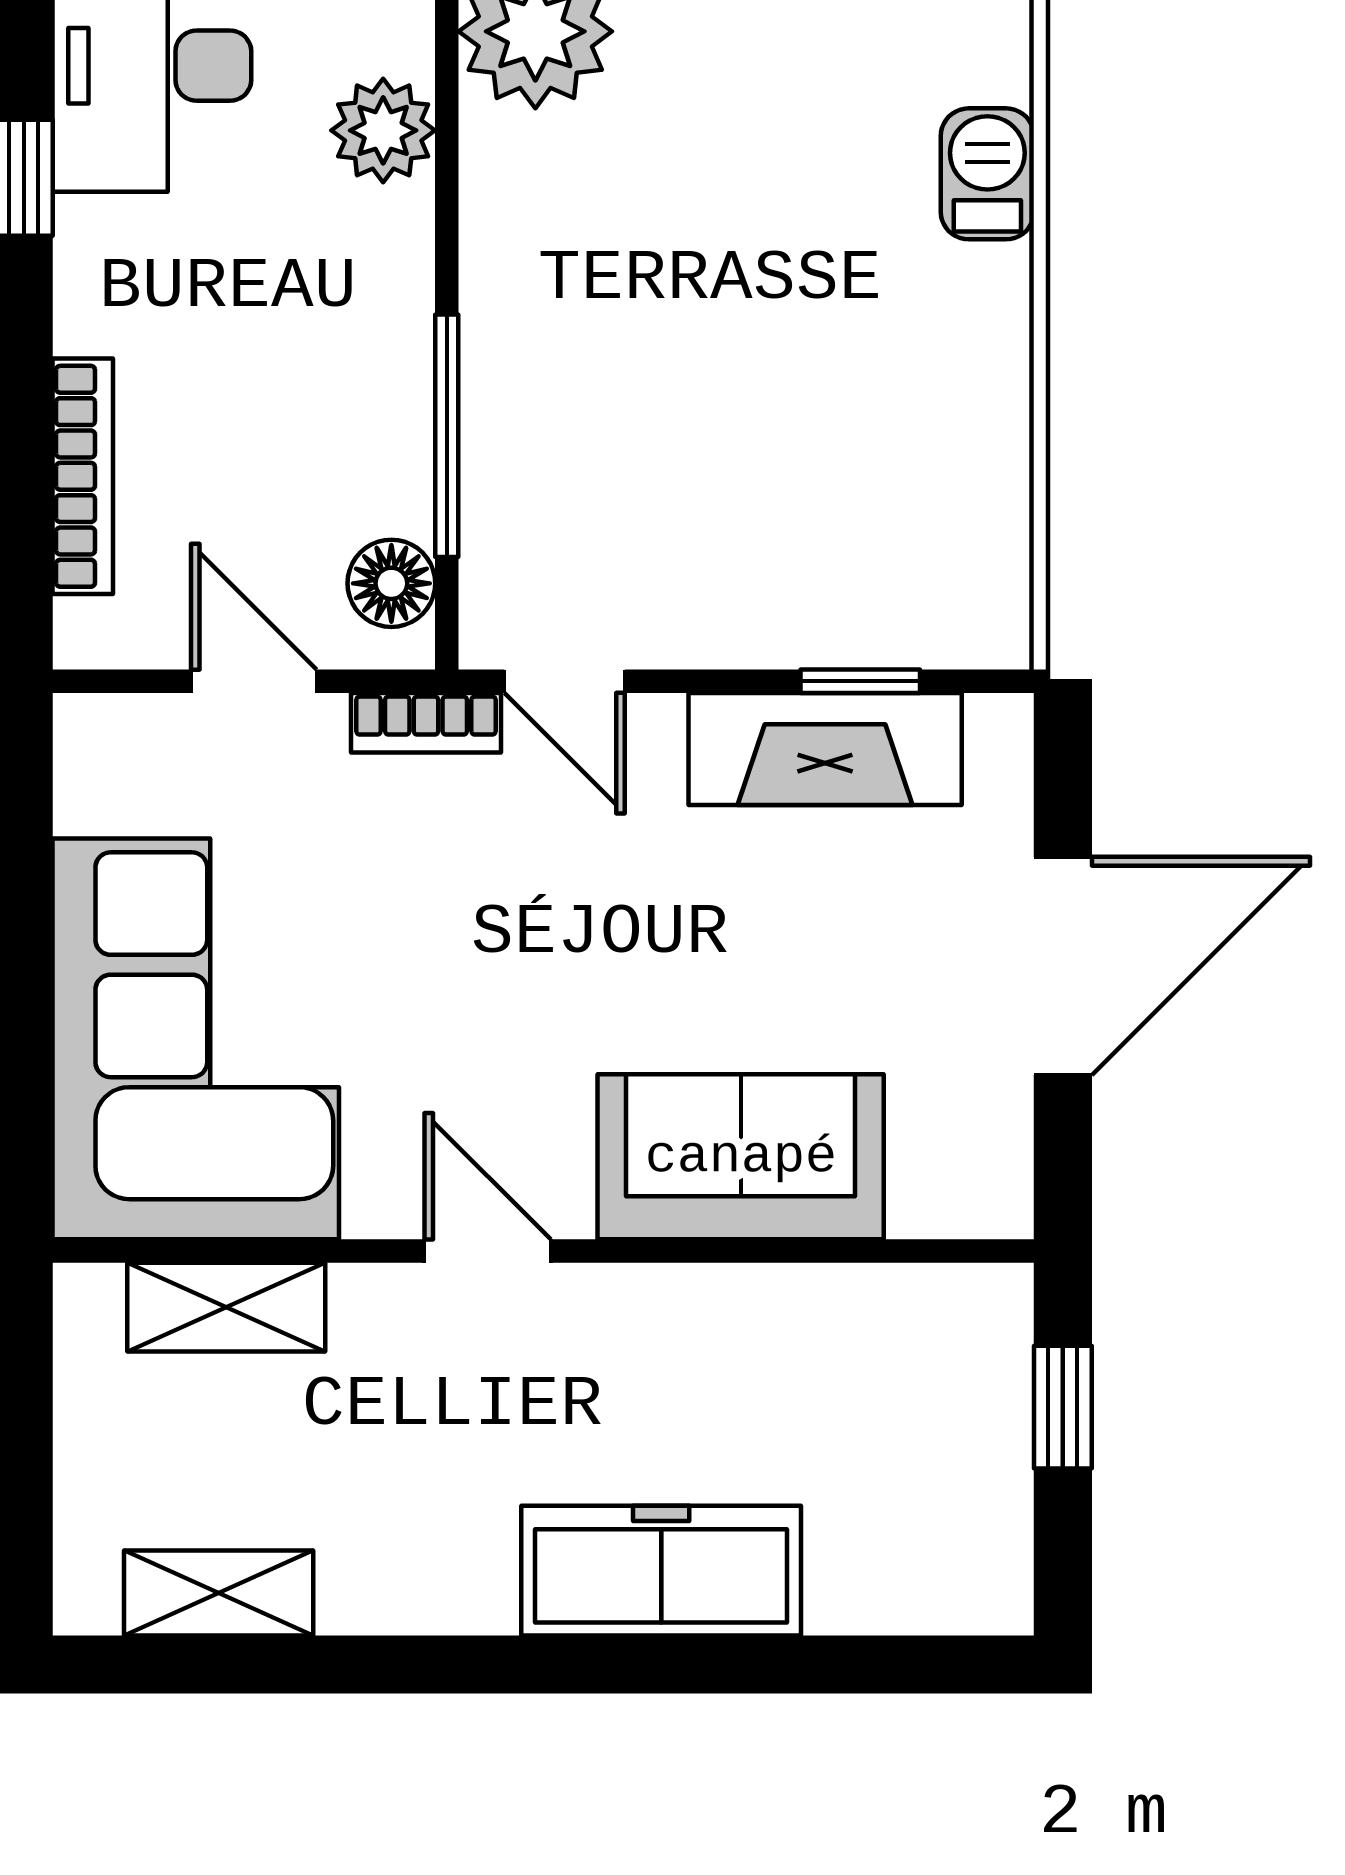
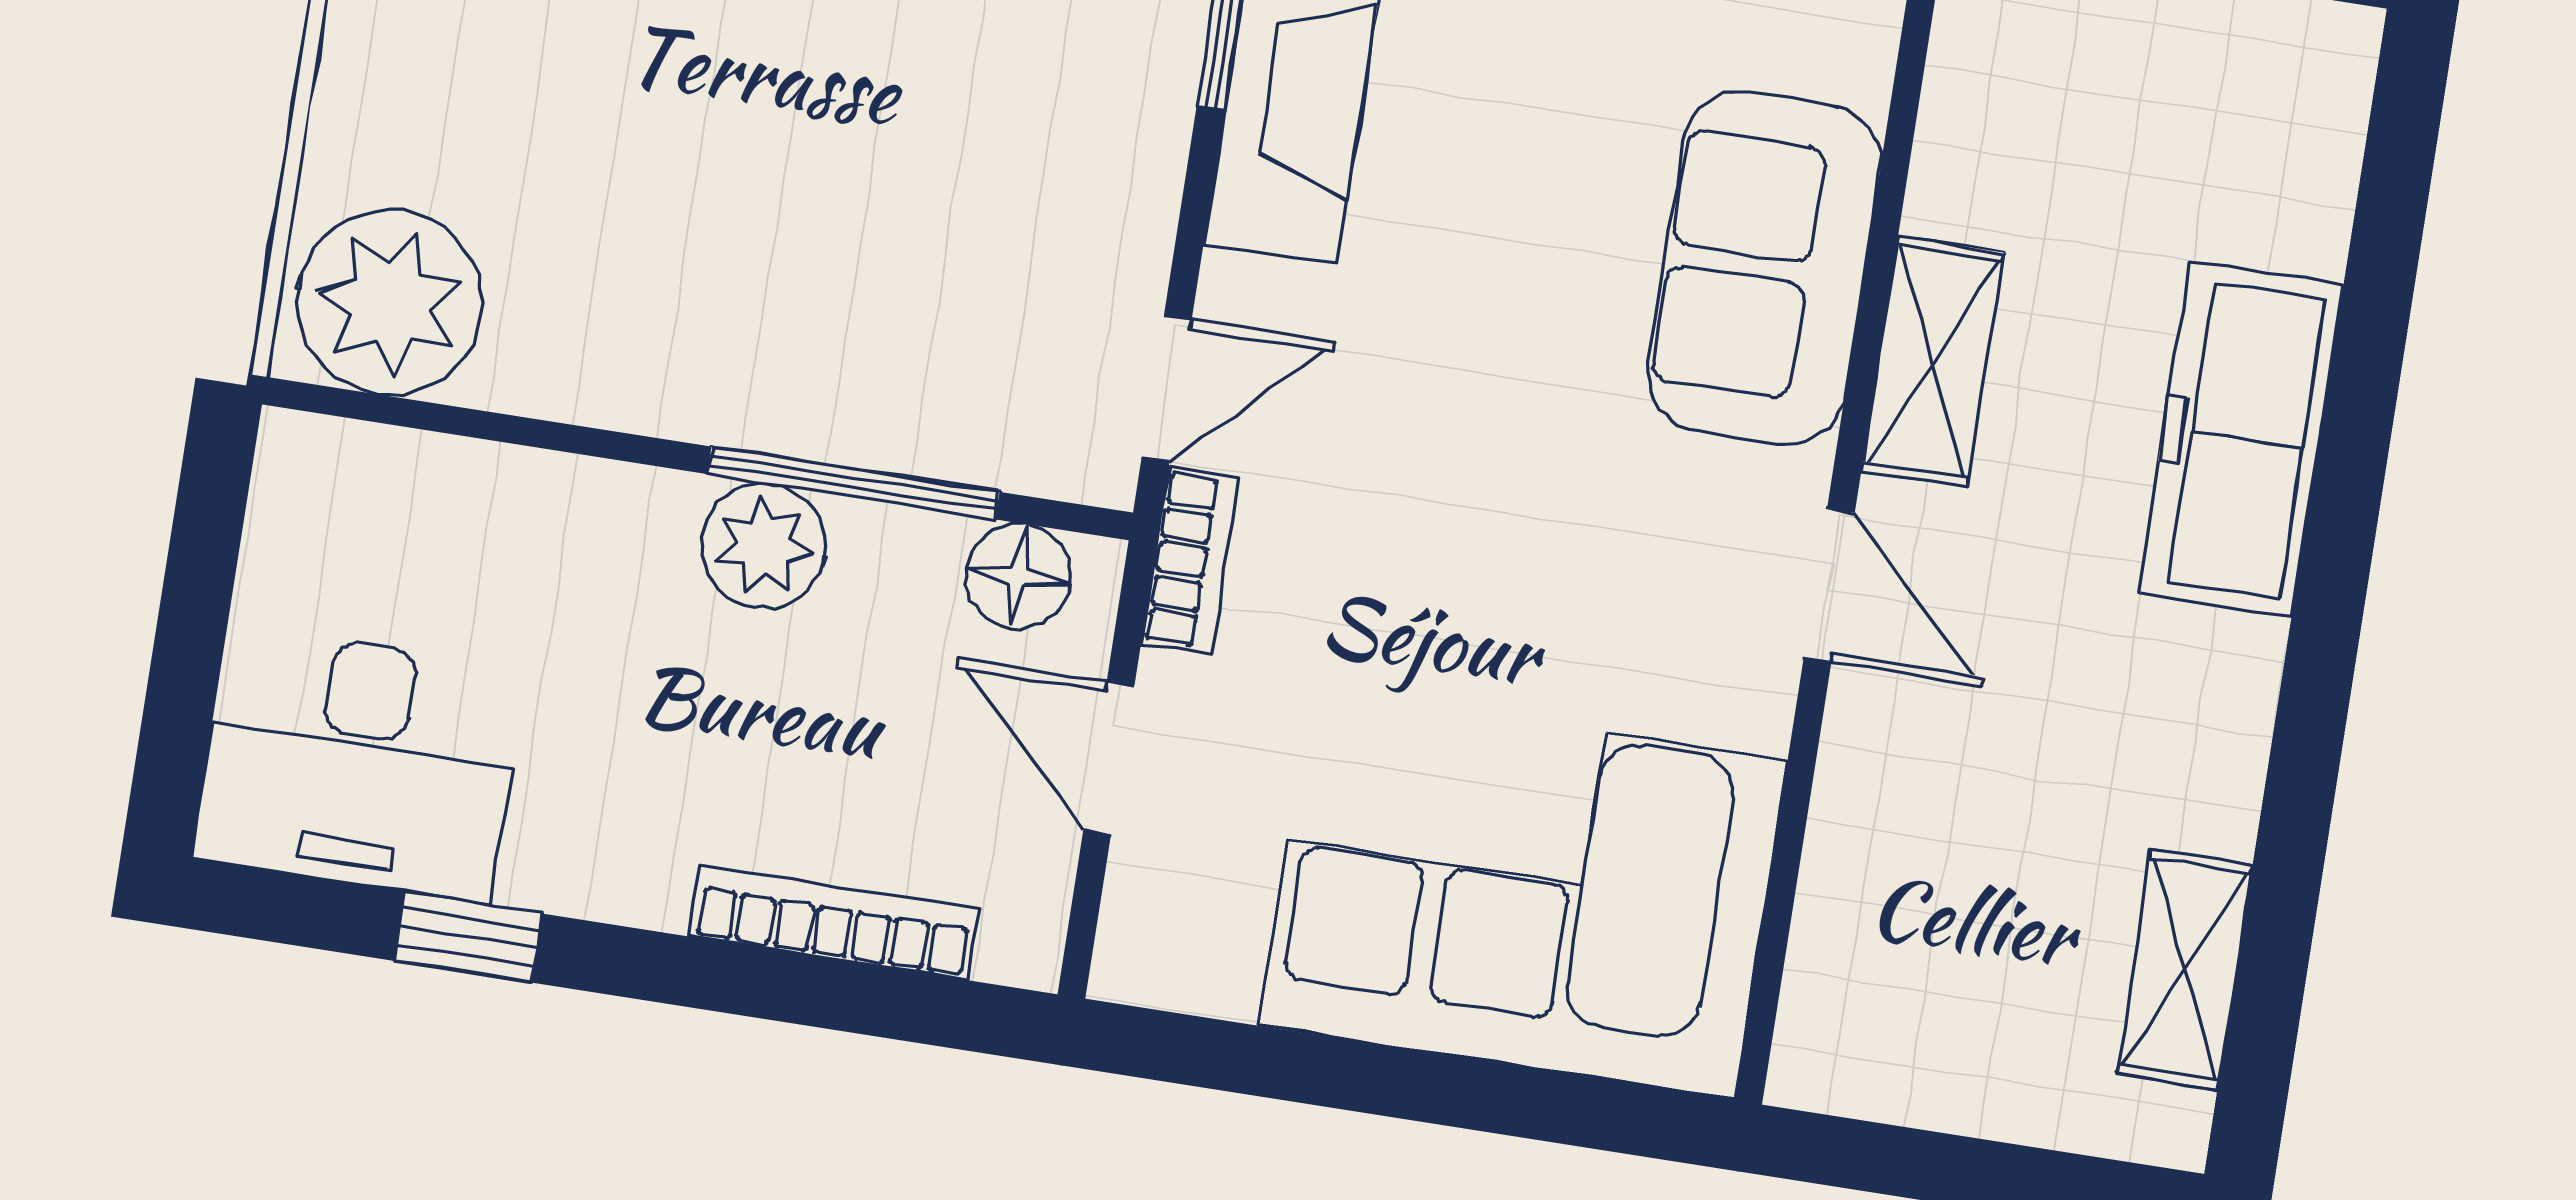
plant: (383, 130) -> (763, 546), moved
door: (254, 681) -> (1109, 758), hinge flipped
door: (488, 1251) -> (1829, 586), swing flipped
shelving: (226, 1307) -> (1932, 362), moved

